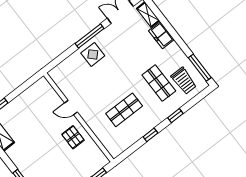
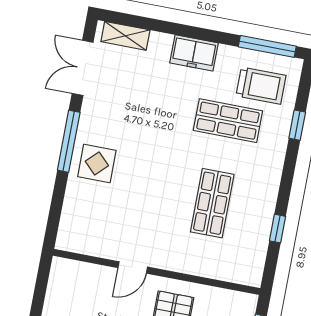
freezer: (161, 35) -> (194, 53), moved
window: (175, 116) -> (297, 125), moved
window: (150, 135) -> (277, 229), moved

